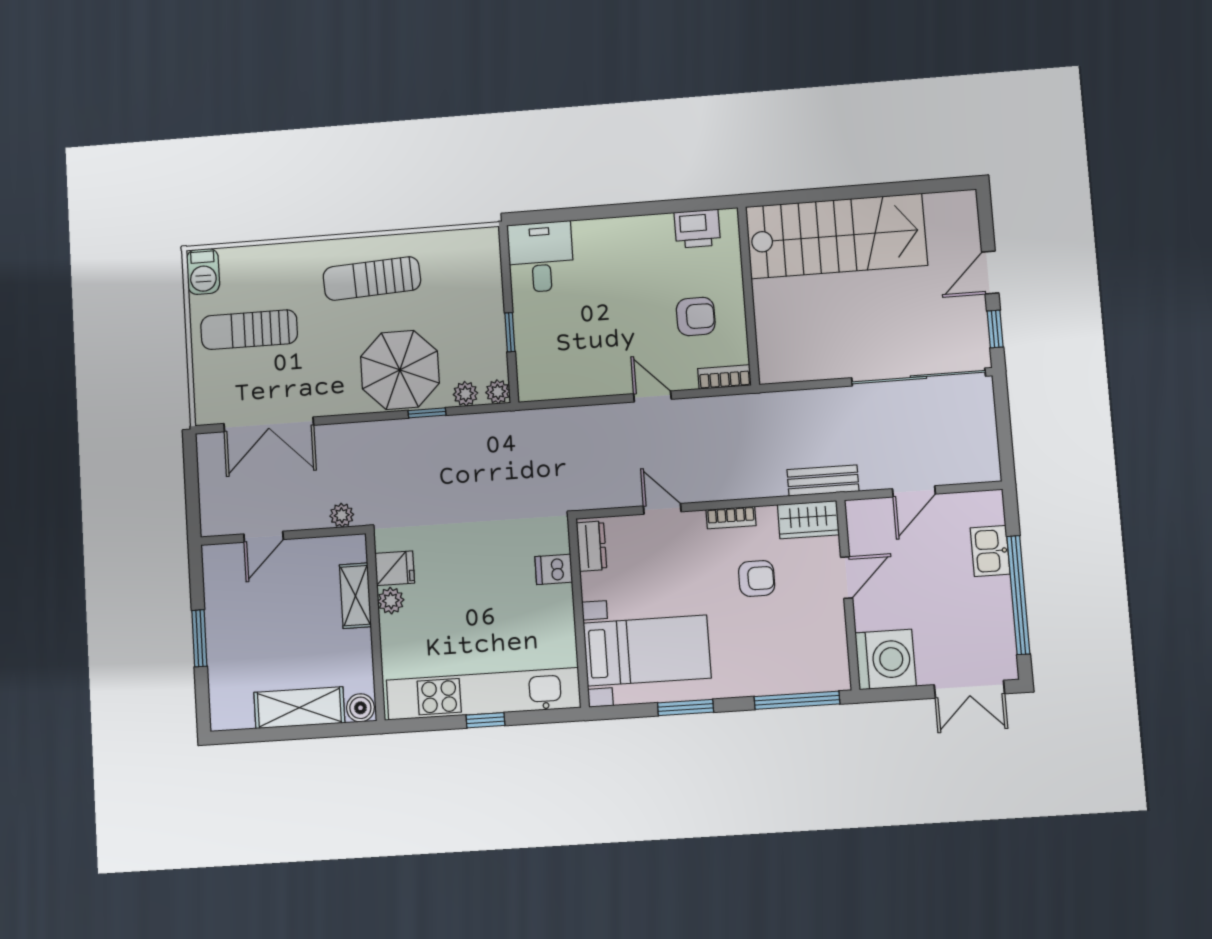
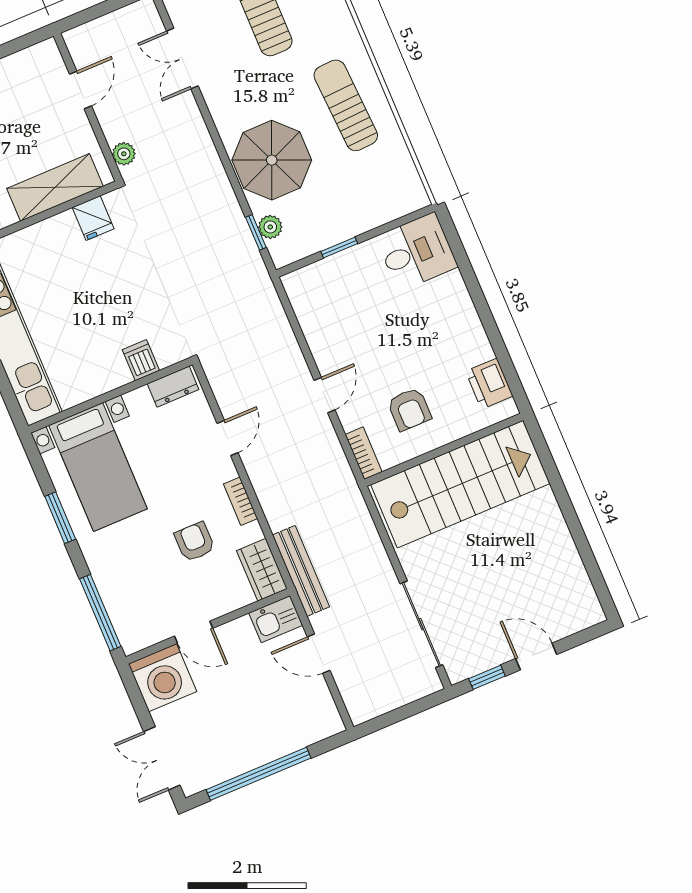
stairs: (836, 236) -> (460, 484), moved, turned -90
sliding door: (918, 377) -> (421, 624), width x0.73
plant: (498, 392) -> (282, 255), removed
window: (427, 413) -> (256, 232), moved
double door: (269, 424) -> (182, 59), width x0.73
bench: (823, 481) -> (301, 571), width x1.36
door: (264, 537) -> (80, 90), swing flipped
kitchen sink: (990, 551) -> (276, 619), moved, turned 180
armchair: (757, 578) -> (195, 542), turned 180
door: (847, 578) -> (194, 632), moved
shelving: (355, 596) -> (55, 187), width x1.50, depth x1.33
plant: (391, 601) -> (63, 225), removed

